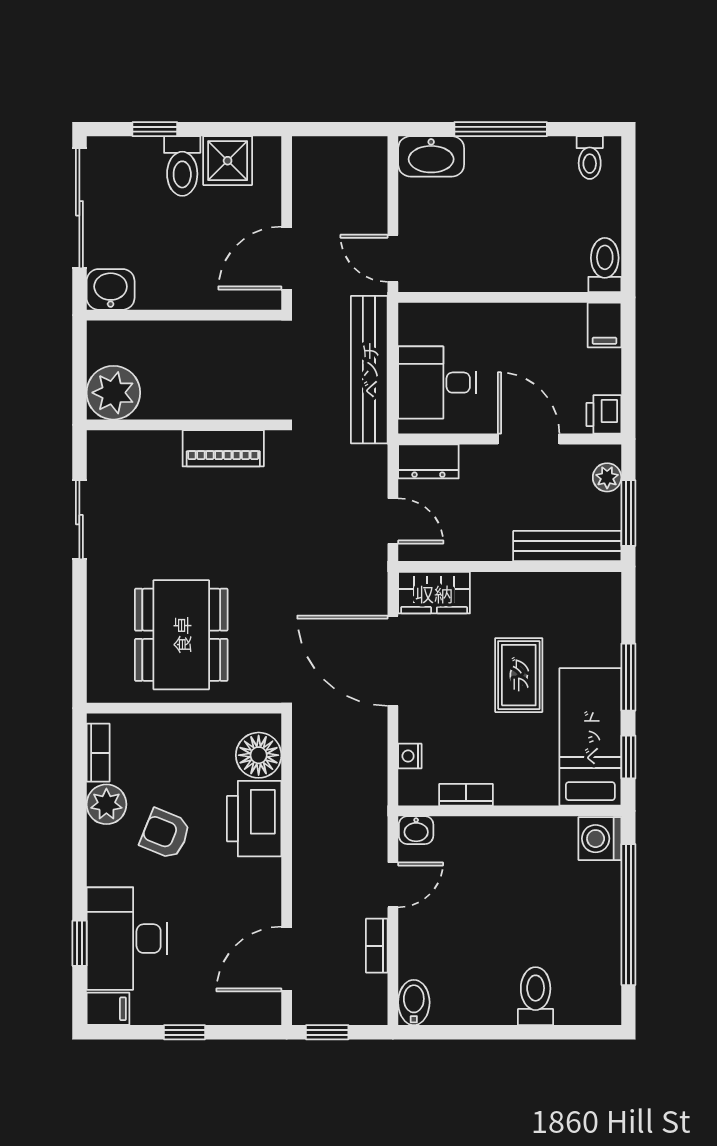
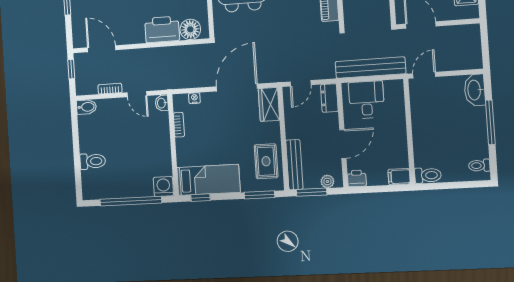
rug: (519, 675) -> (266, 161), moved, turned 90
window: (628, 677) -> (259, 195), moved

